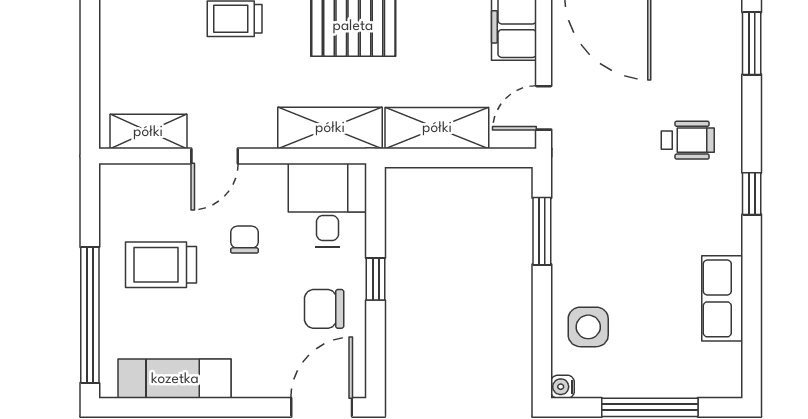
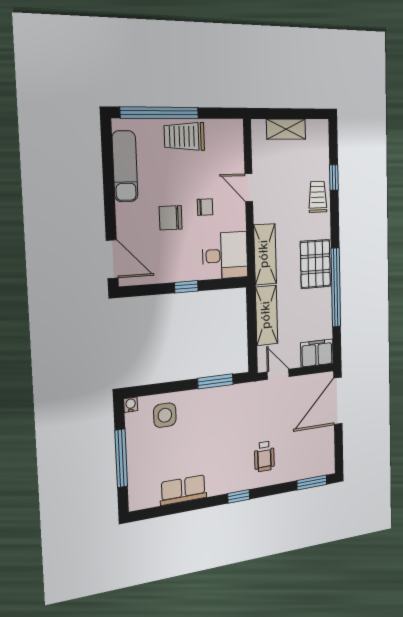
shelving: (148, 132) -> (286, 129), moved, turned 90
trolley: (161, 265) -> (184, 136), moved, turned -90
chair: (324, 309) -> (171, 218), moved, turned -90

